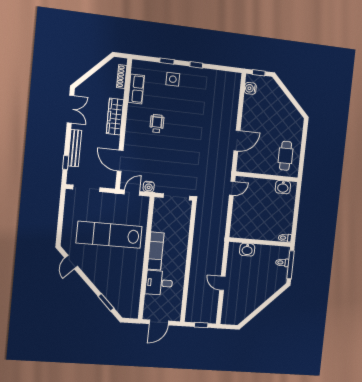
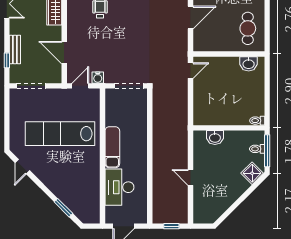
bench: (75, 148) -> (15, 49), width x0.73
desk: (159, 283) -> (119, 187), width x1.37
shower: (276, 283) -> (252, 173), added

